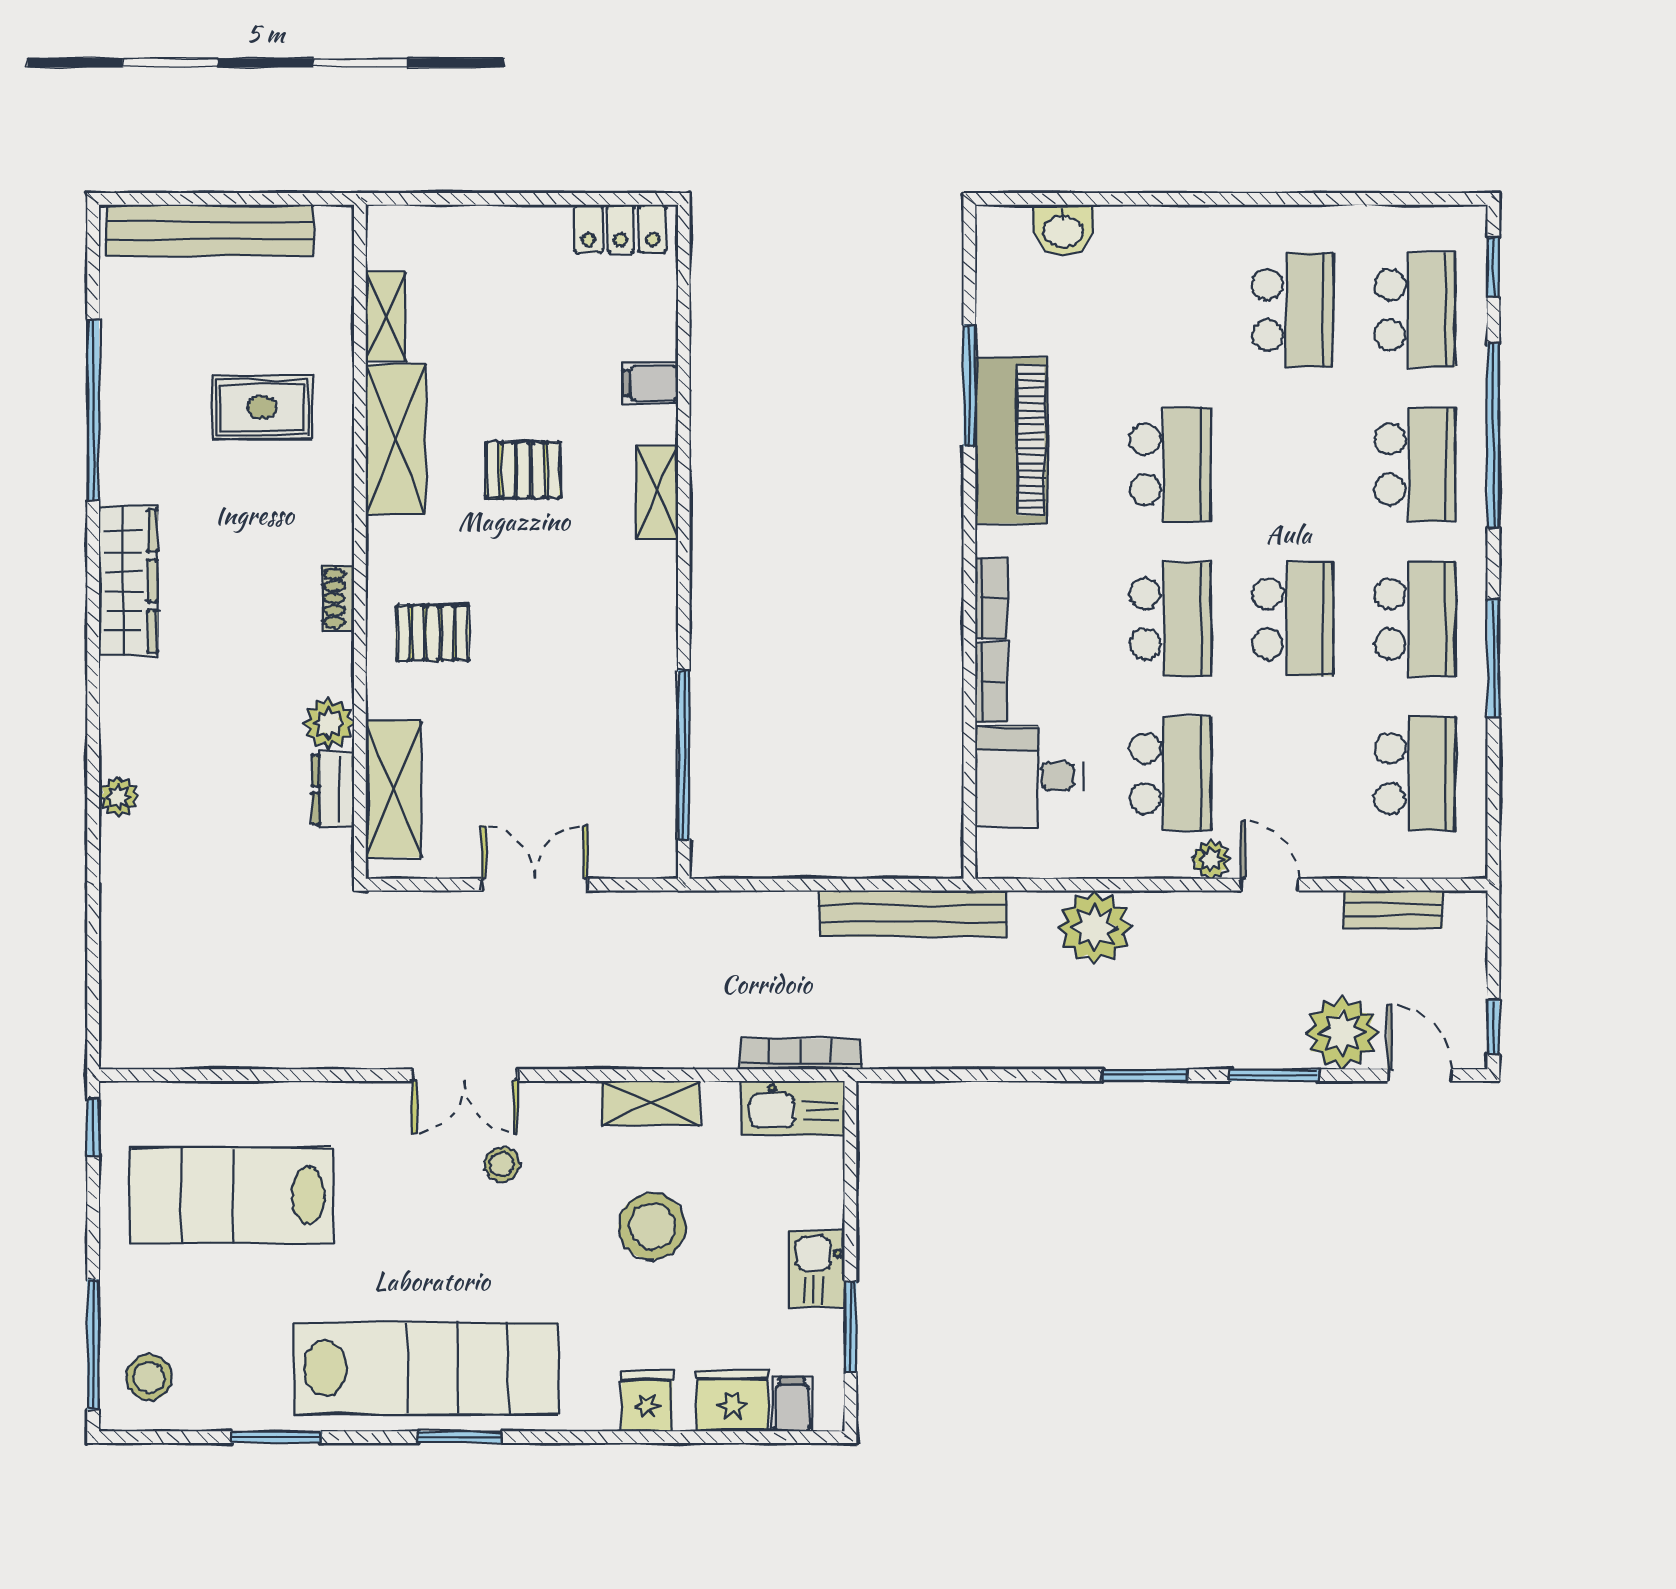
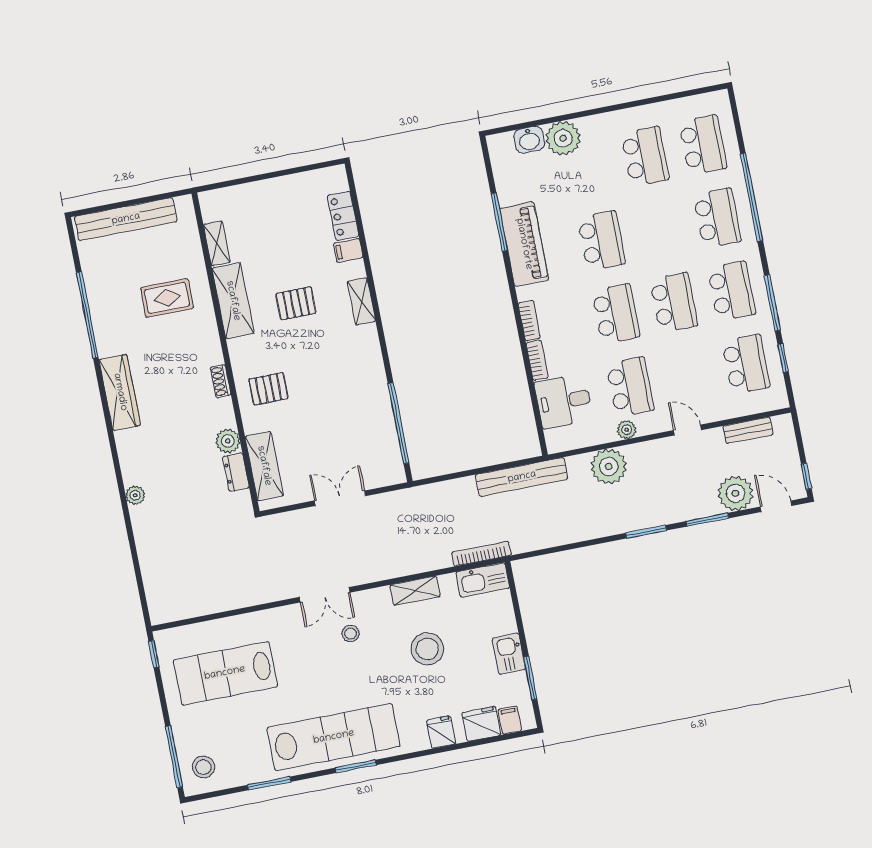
locker: (621, 229) -> (343, 216), moved, turned 90
plant: (1133, 240) -> (563, 138), added
window: (1493, 267) -> (783, 358), moved
plant: (1211, 860) -> (627, 430), moved

